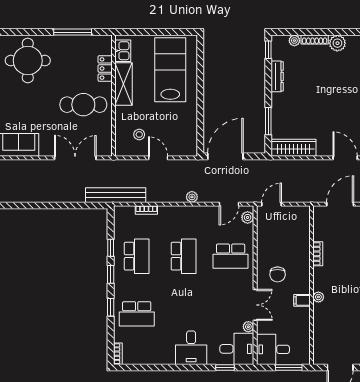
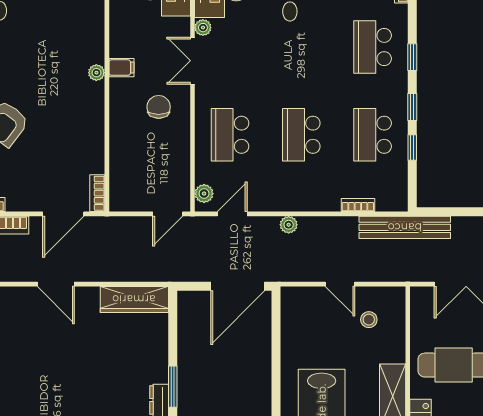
window: (268, 121) -> (173, 387), moved
bookcase: (318, 254) -> (97, 193), moved
school desk: (231, 256) -> (230, 135), turned -90
school desk: (137, 314) -> (373, 47), turned -90

